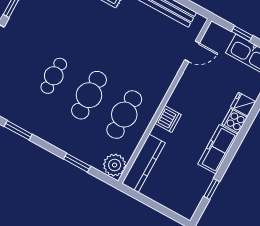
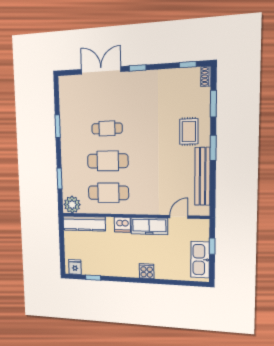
door: (192, 51) -> (179, 217), swing flipped
fridge: (243, 104) -> (75, 267), moved
freezer: (218, 149) -> (149, 226), moved, turned 180

